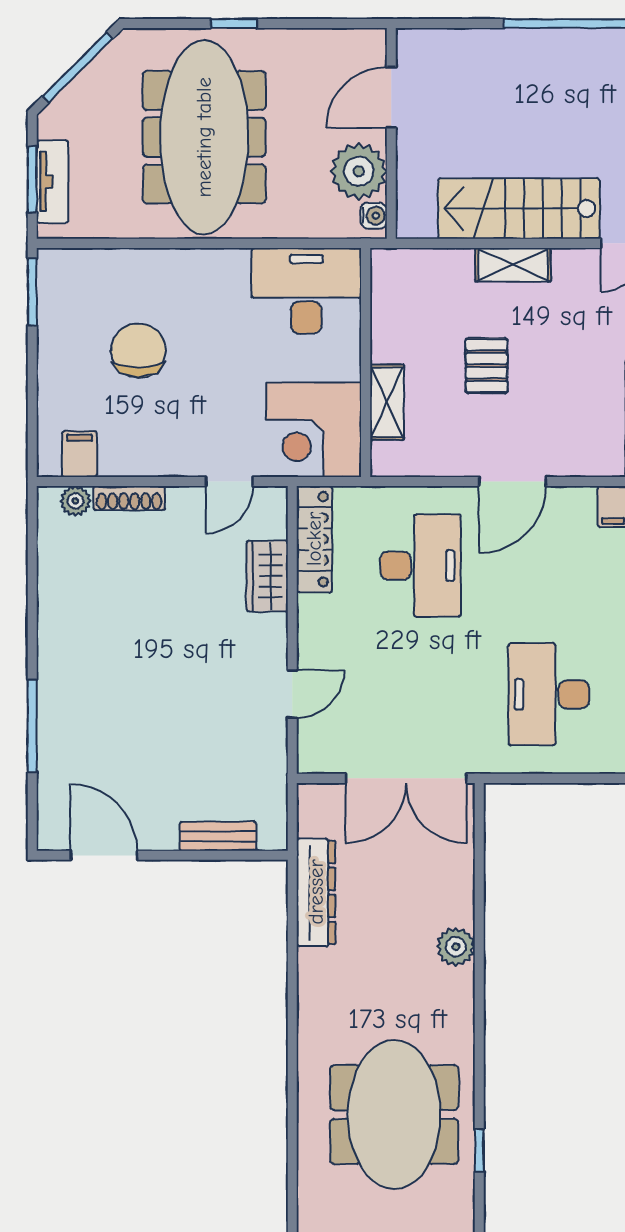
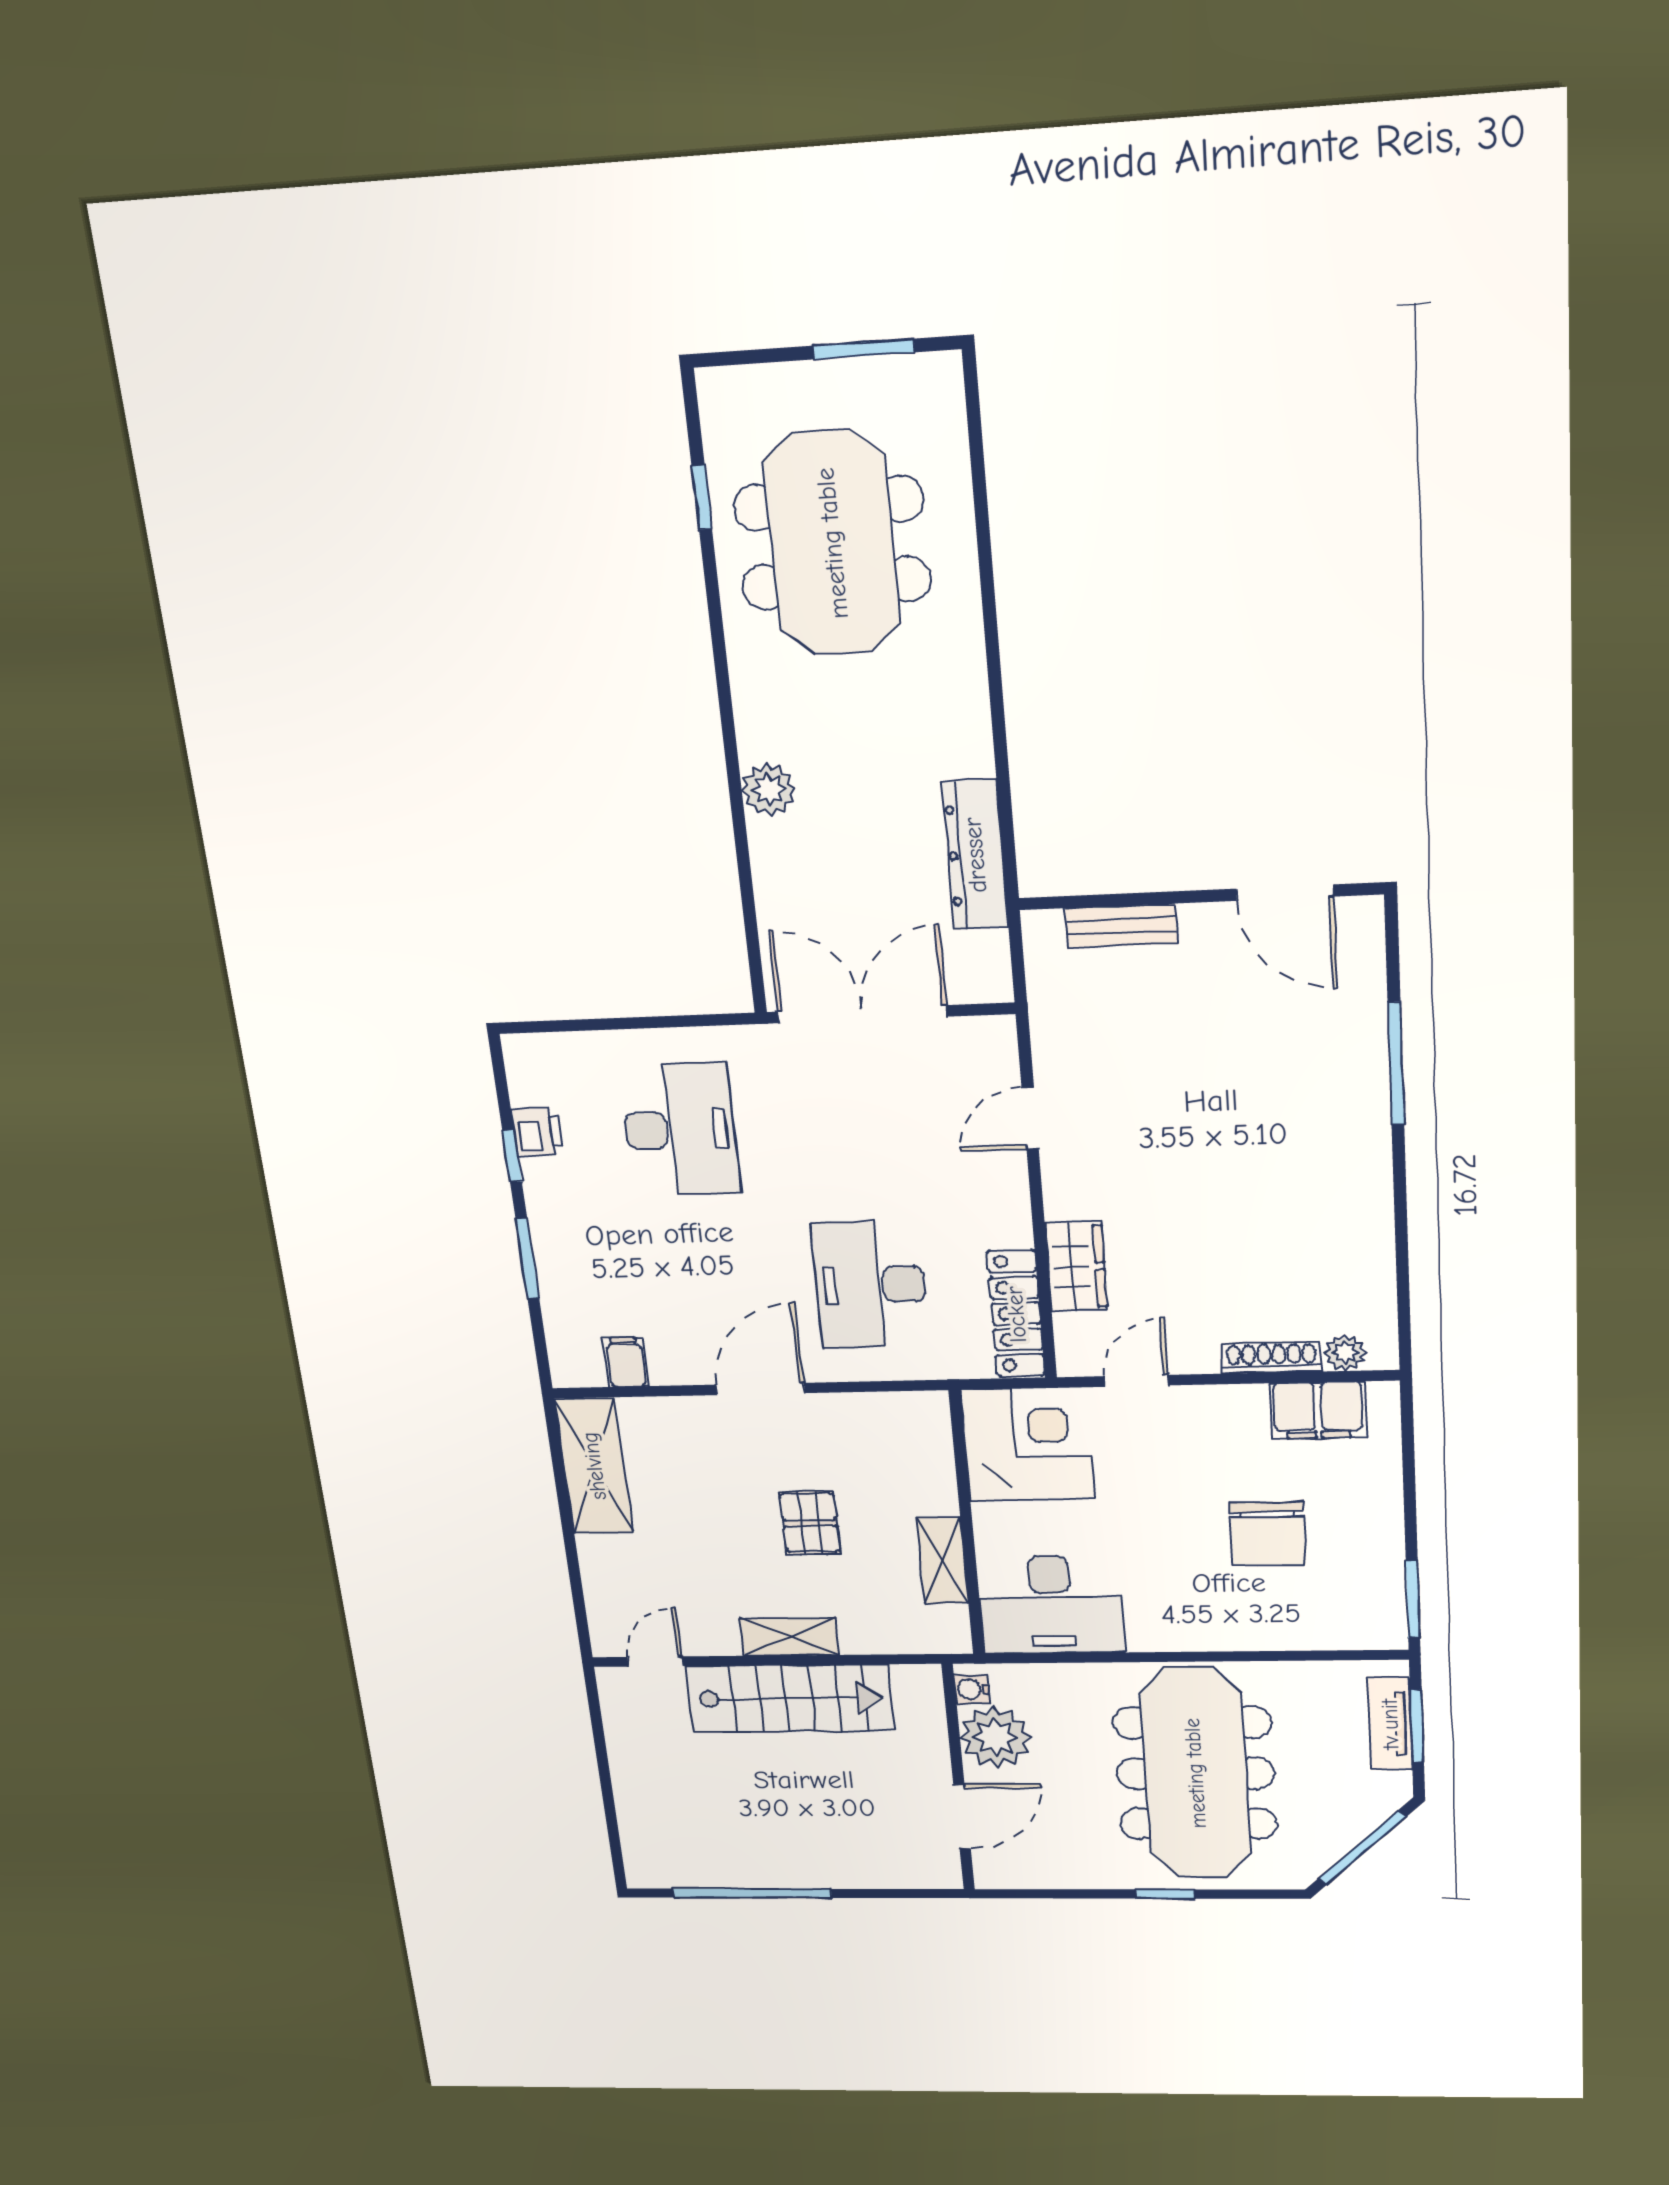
shelving: (387, 402) -> (942, 1561), moved
filing cabinet: (80, 454) -> (1318, 1410), width x2.00

